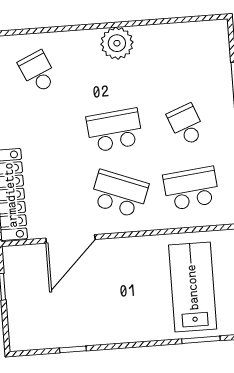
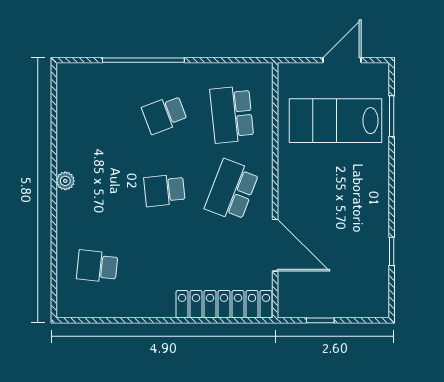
plant: (117, 43) -> (65, 181), width x0.53, depth x0.53
school desk: (38, 72) -> (97, 266), turned 30
school desk: (114, 130) -> (164, 190), width x0.54

